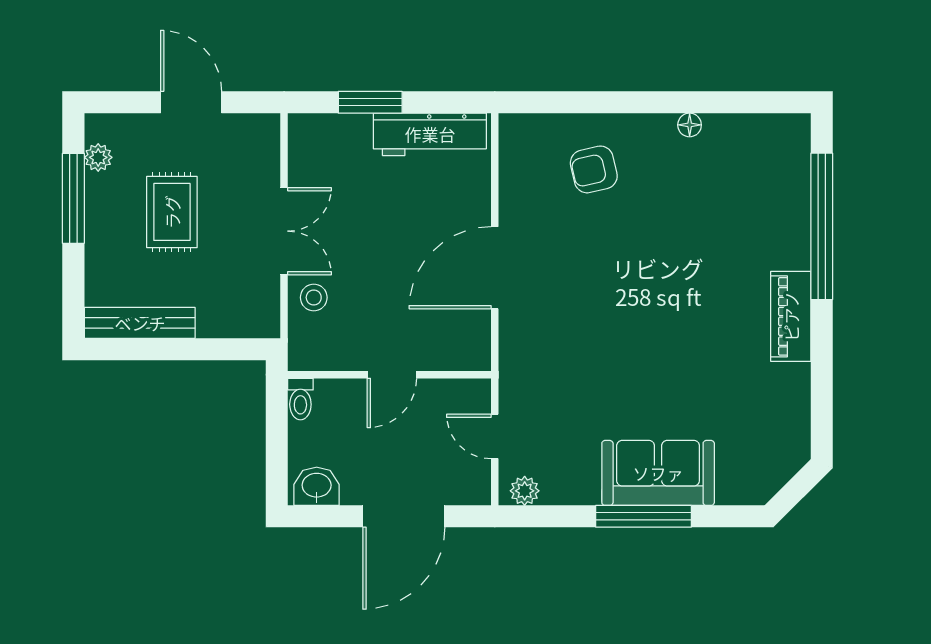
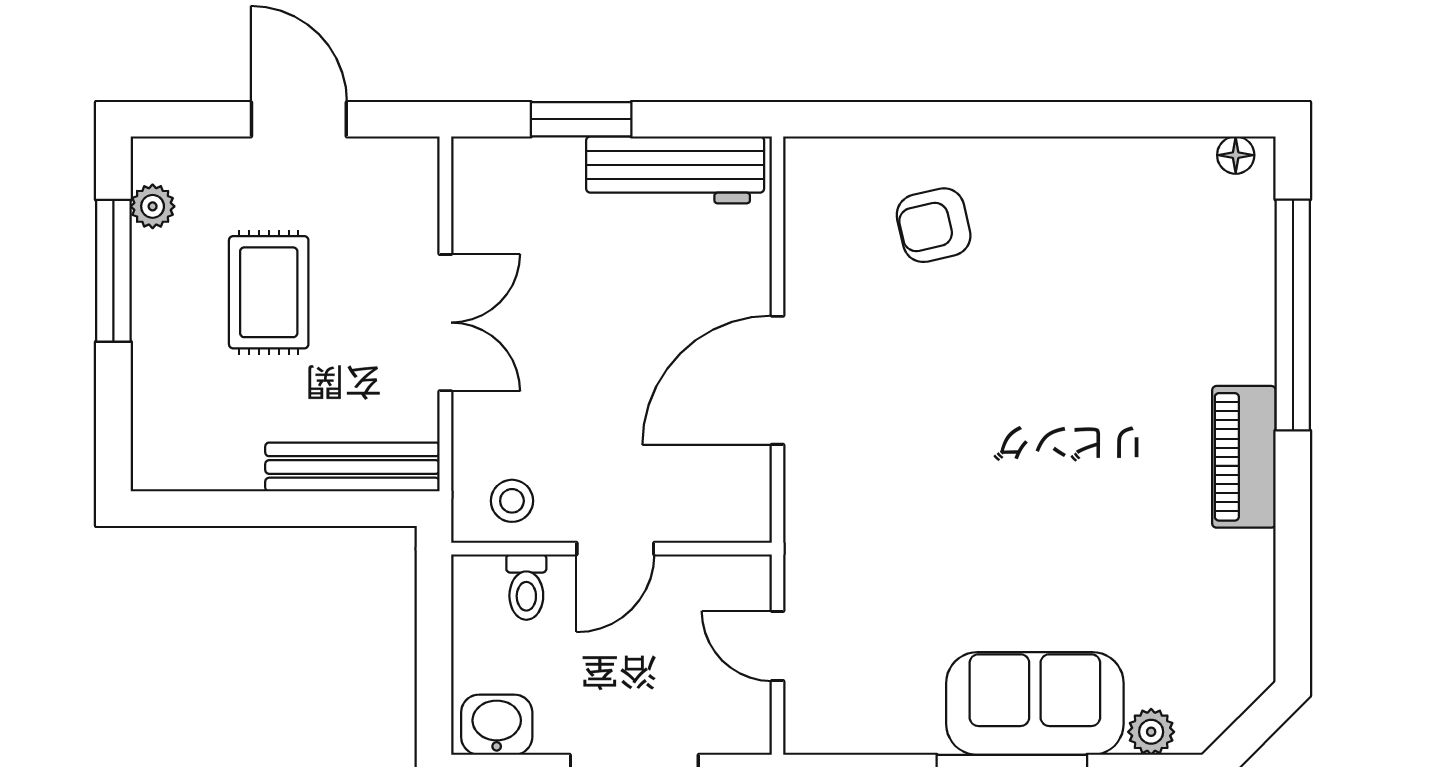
floor lamp: (690, 125) -> (1236, 155), moved
stool: (314, 297) -> (512, 501), moved
bench: (140, 323) -> (352, 467), moved
toilet: (300, 399) -> (526, 587), moved
plant: (525, 491) -> (1151, 732), moved

